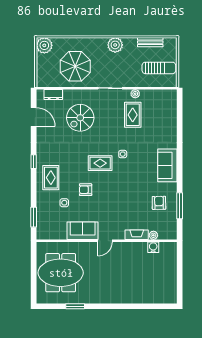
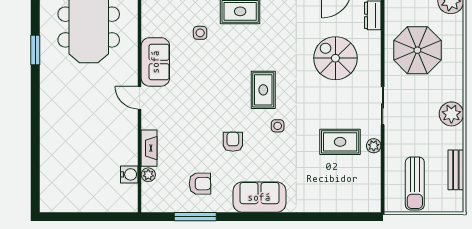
armchair: (86, 190) -> (233, 142), moved

